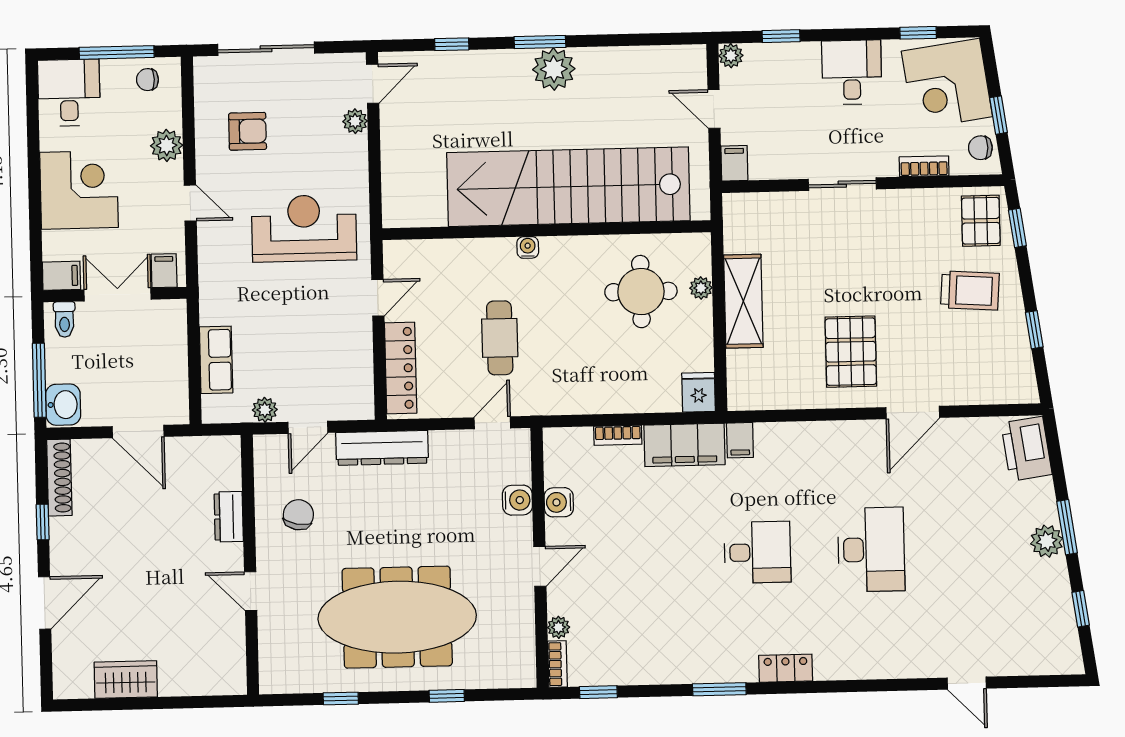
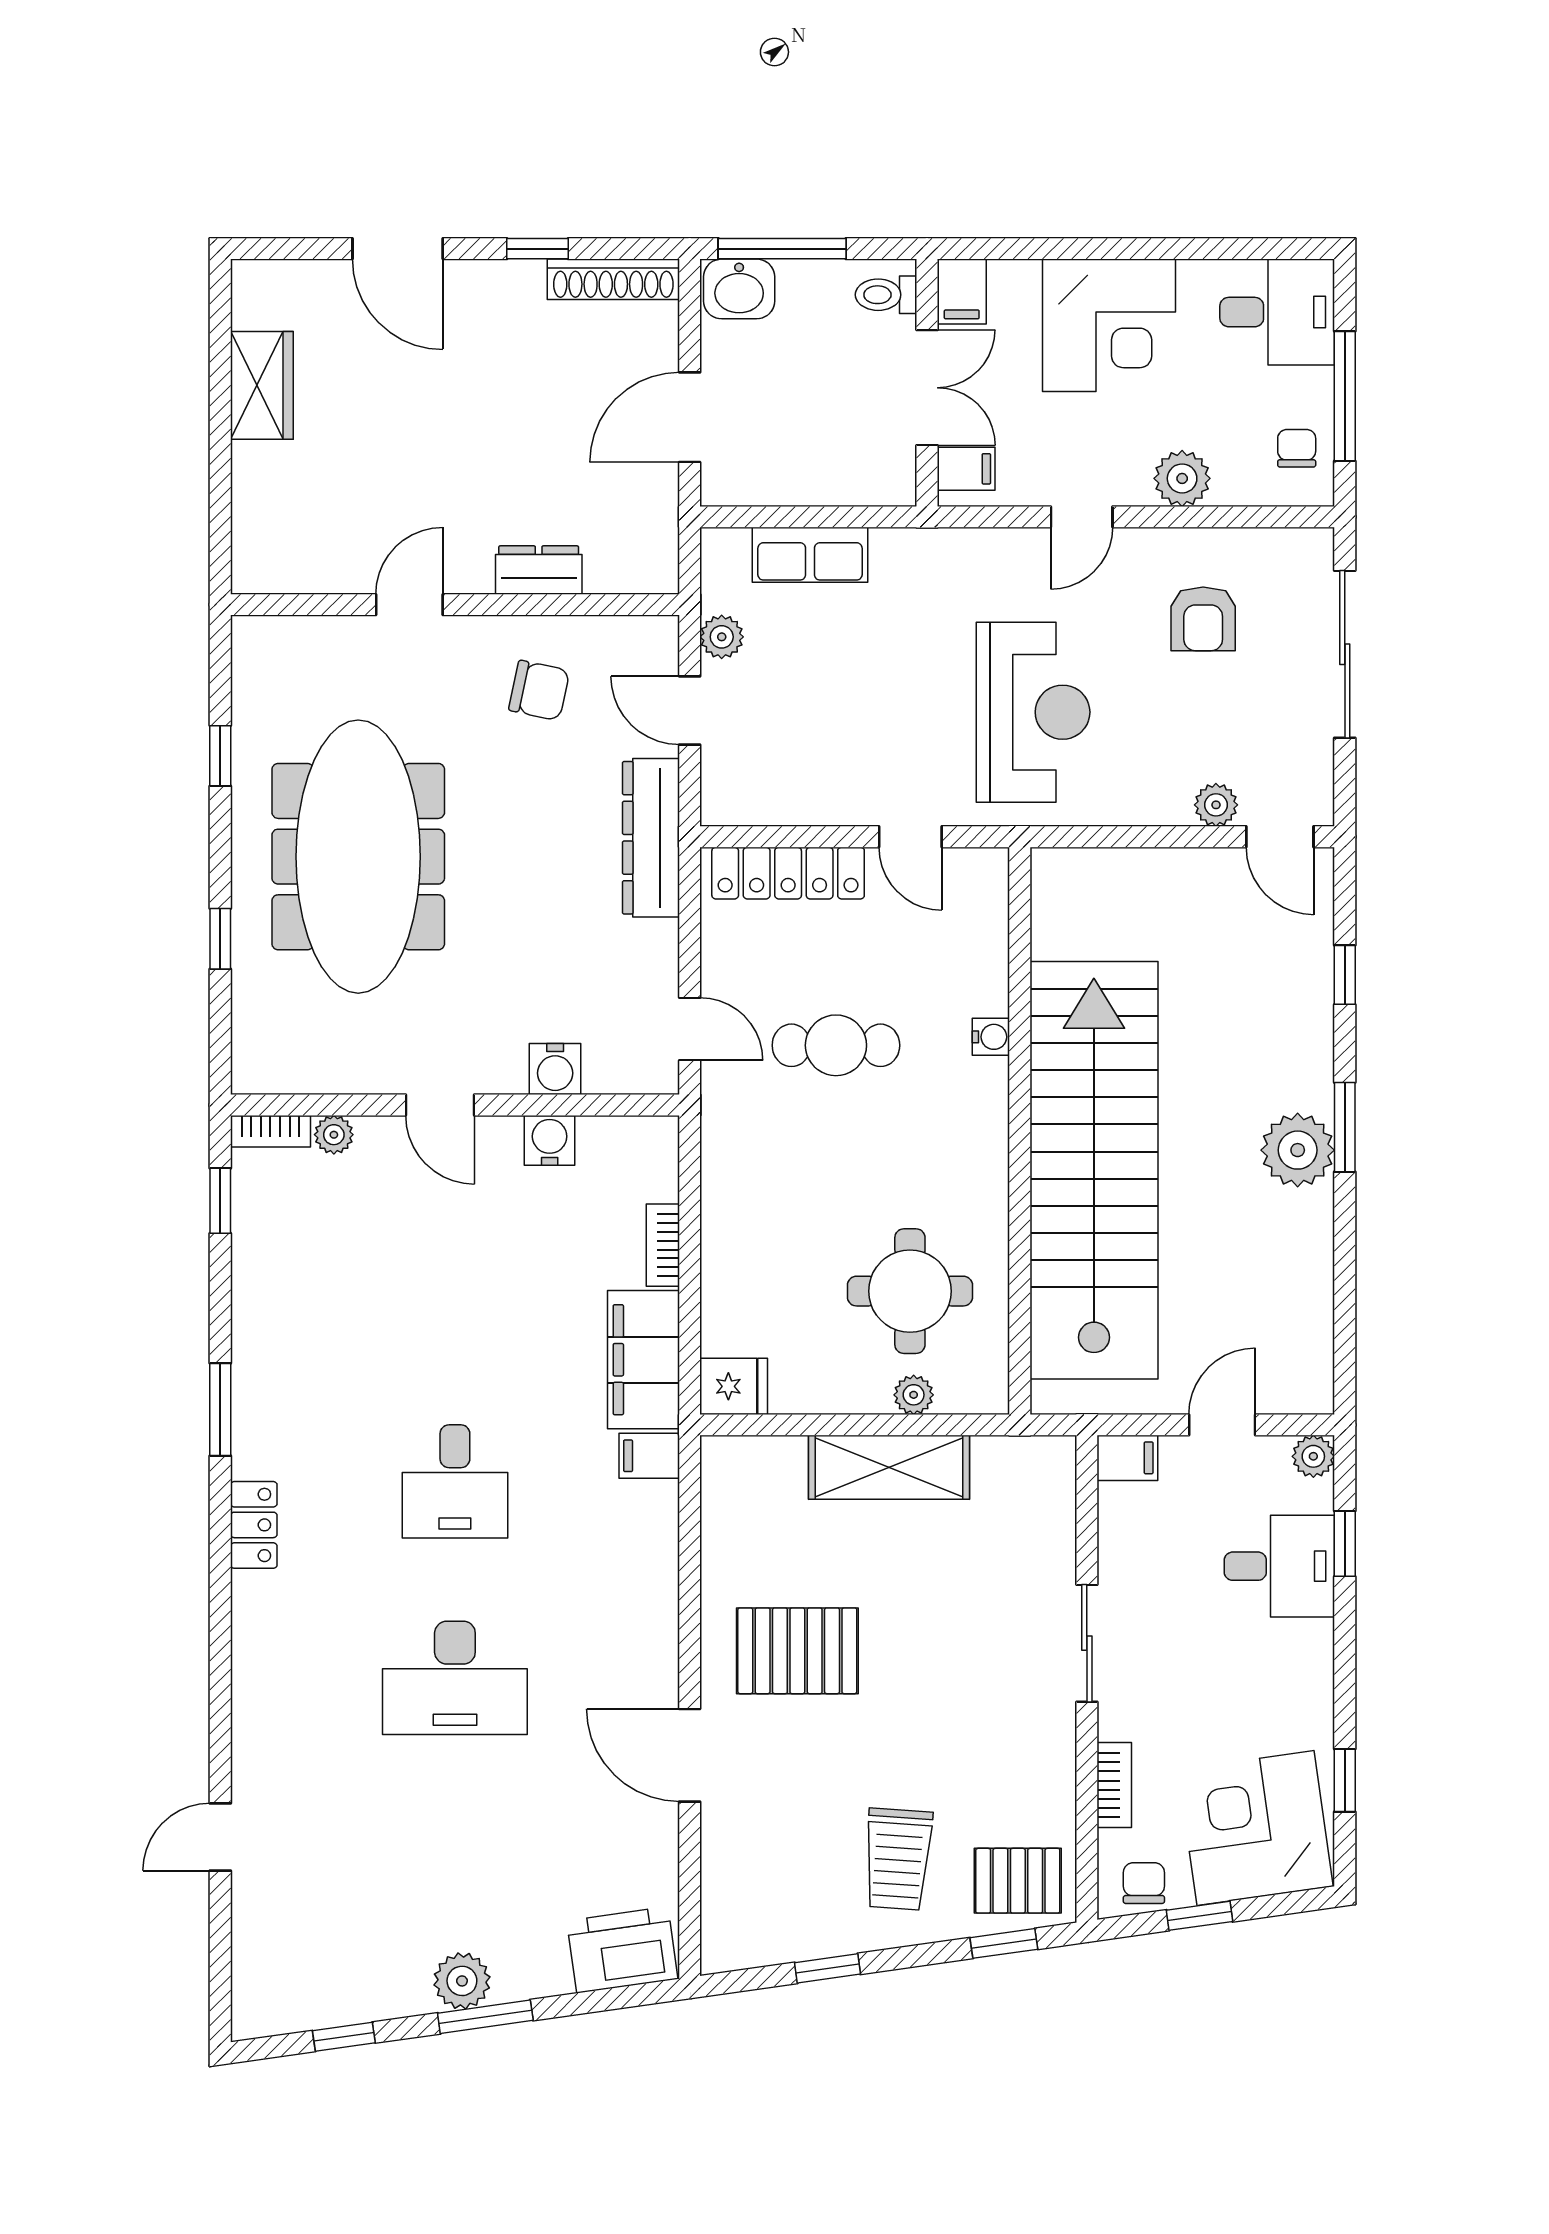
desk: (852, 72) -> (1279, 1566), moved
water cooler: (528, 247) -> (991, 1037), moved

